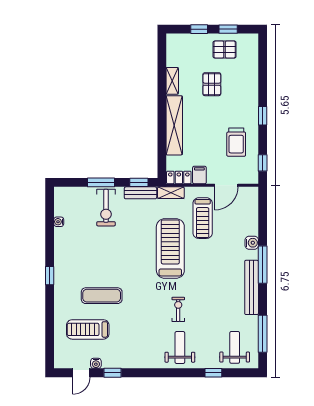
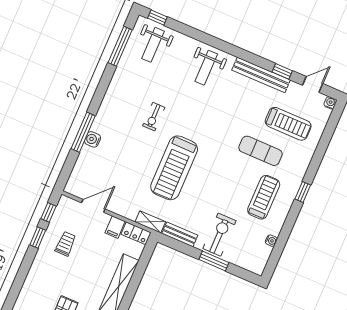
window: (263, 116) -> (38, 237), moved
trolley: (236, 142) -> (66, 244), width x0.73, depth x0.72
window: (139, 182) -> (177, 245), removed
treadmill: (203, 218) -> (264, 197), moved
window: (263, 265) -> (83, 132), moved
bench: (252, 287) -> (261, 75), moved, turned 90
exercise bike: (178, 309) -> (154, 117), moved
water cooler: (96, 363) -> (330, 103), moved
window: (213, 373) -> (157, 18), moved

